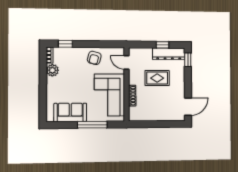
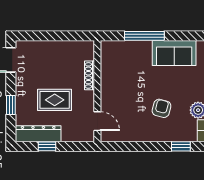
armchair: (94, 58) -> (161, 108), moved
window: (188, 60) -> (11, 105), moved
corner sofa: (109, 95) -> (121, 77), removed

